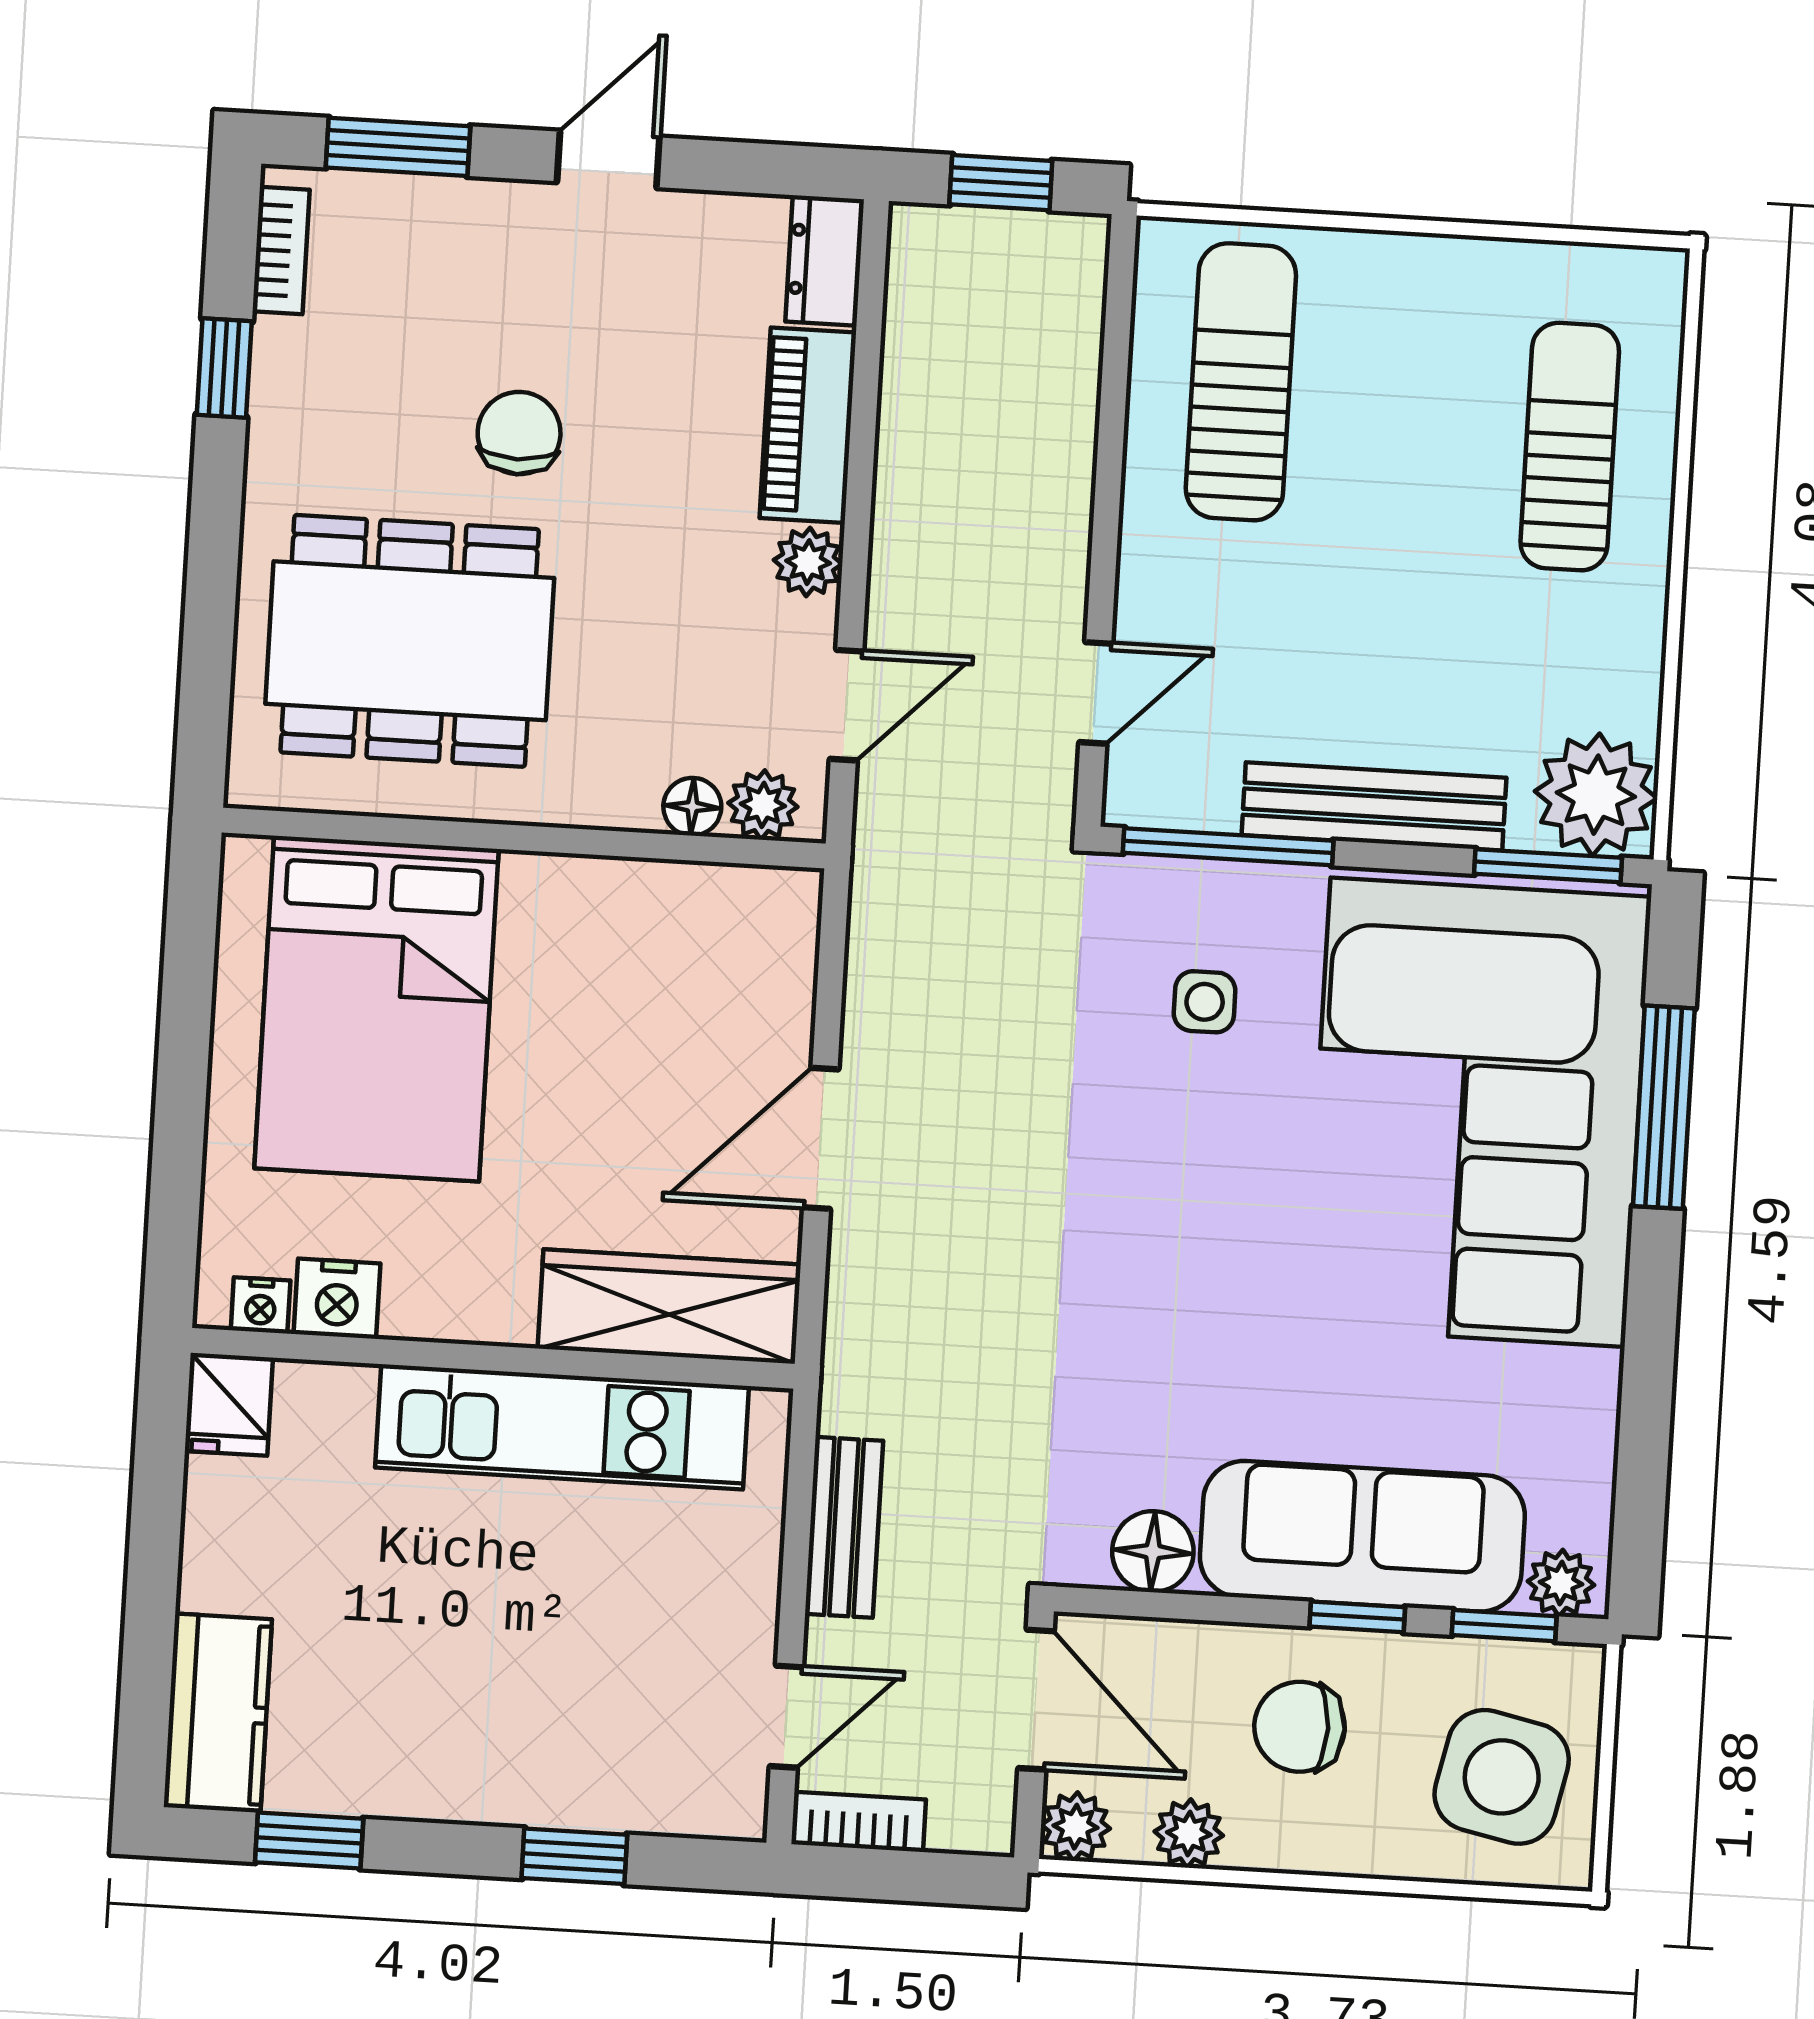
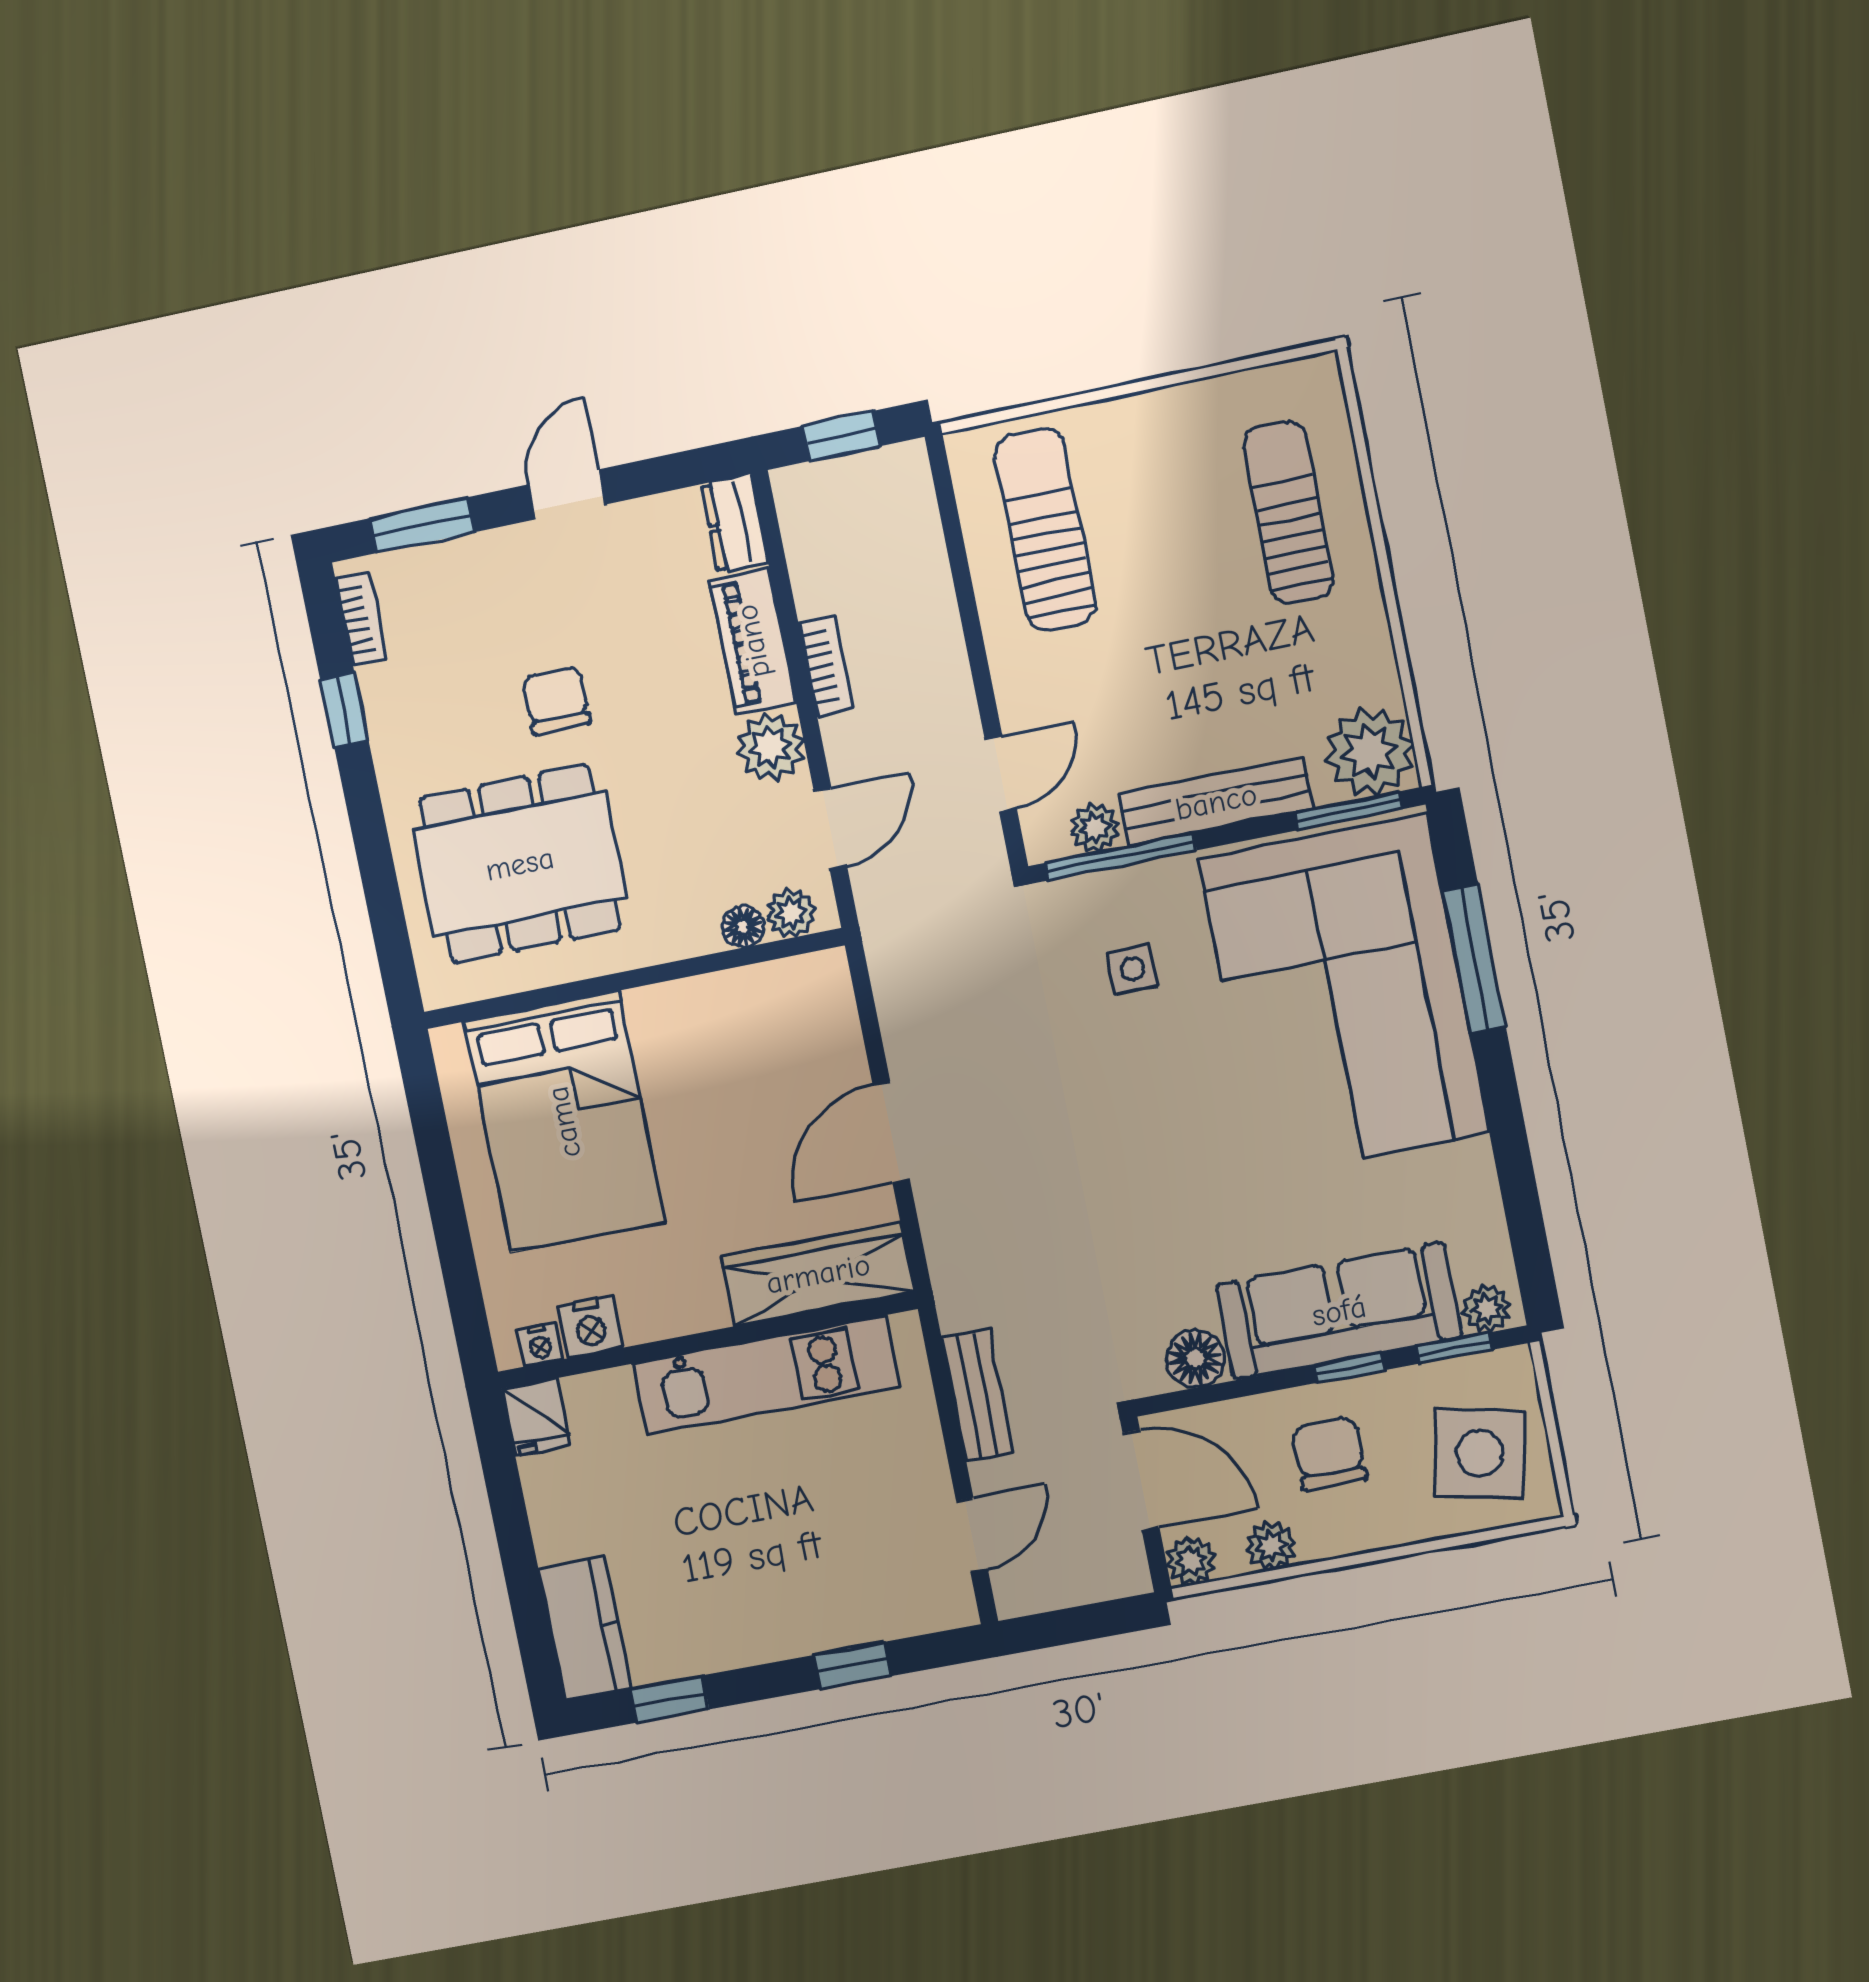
plant: (808, 562) -> (771, 747), width x1.38, depth x1.38
plant: (1203, 799) -> (1095, 828), added
chair: (1300, 1727) -> (1329, 1453), turned 90
bookcase: (859, 1822) -> (826, 666), moved, turned 90

